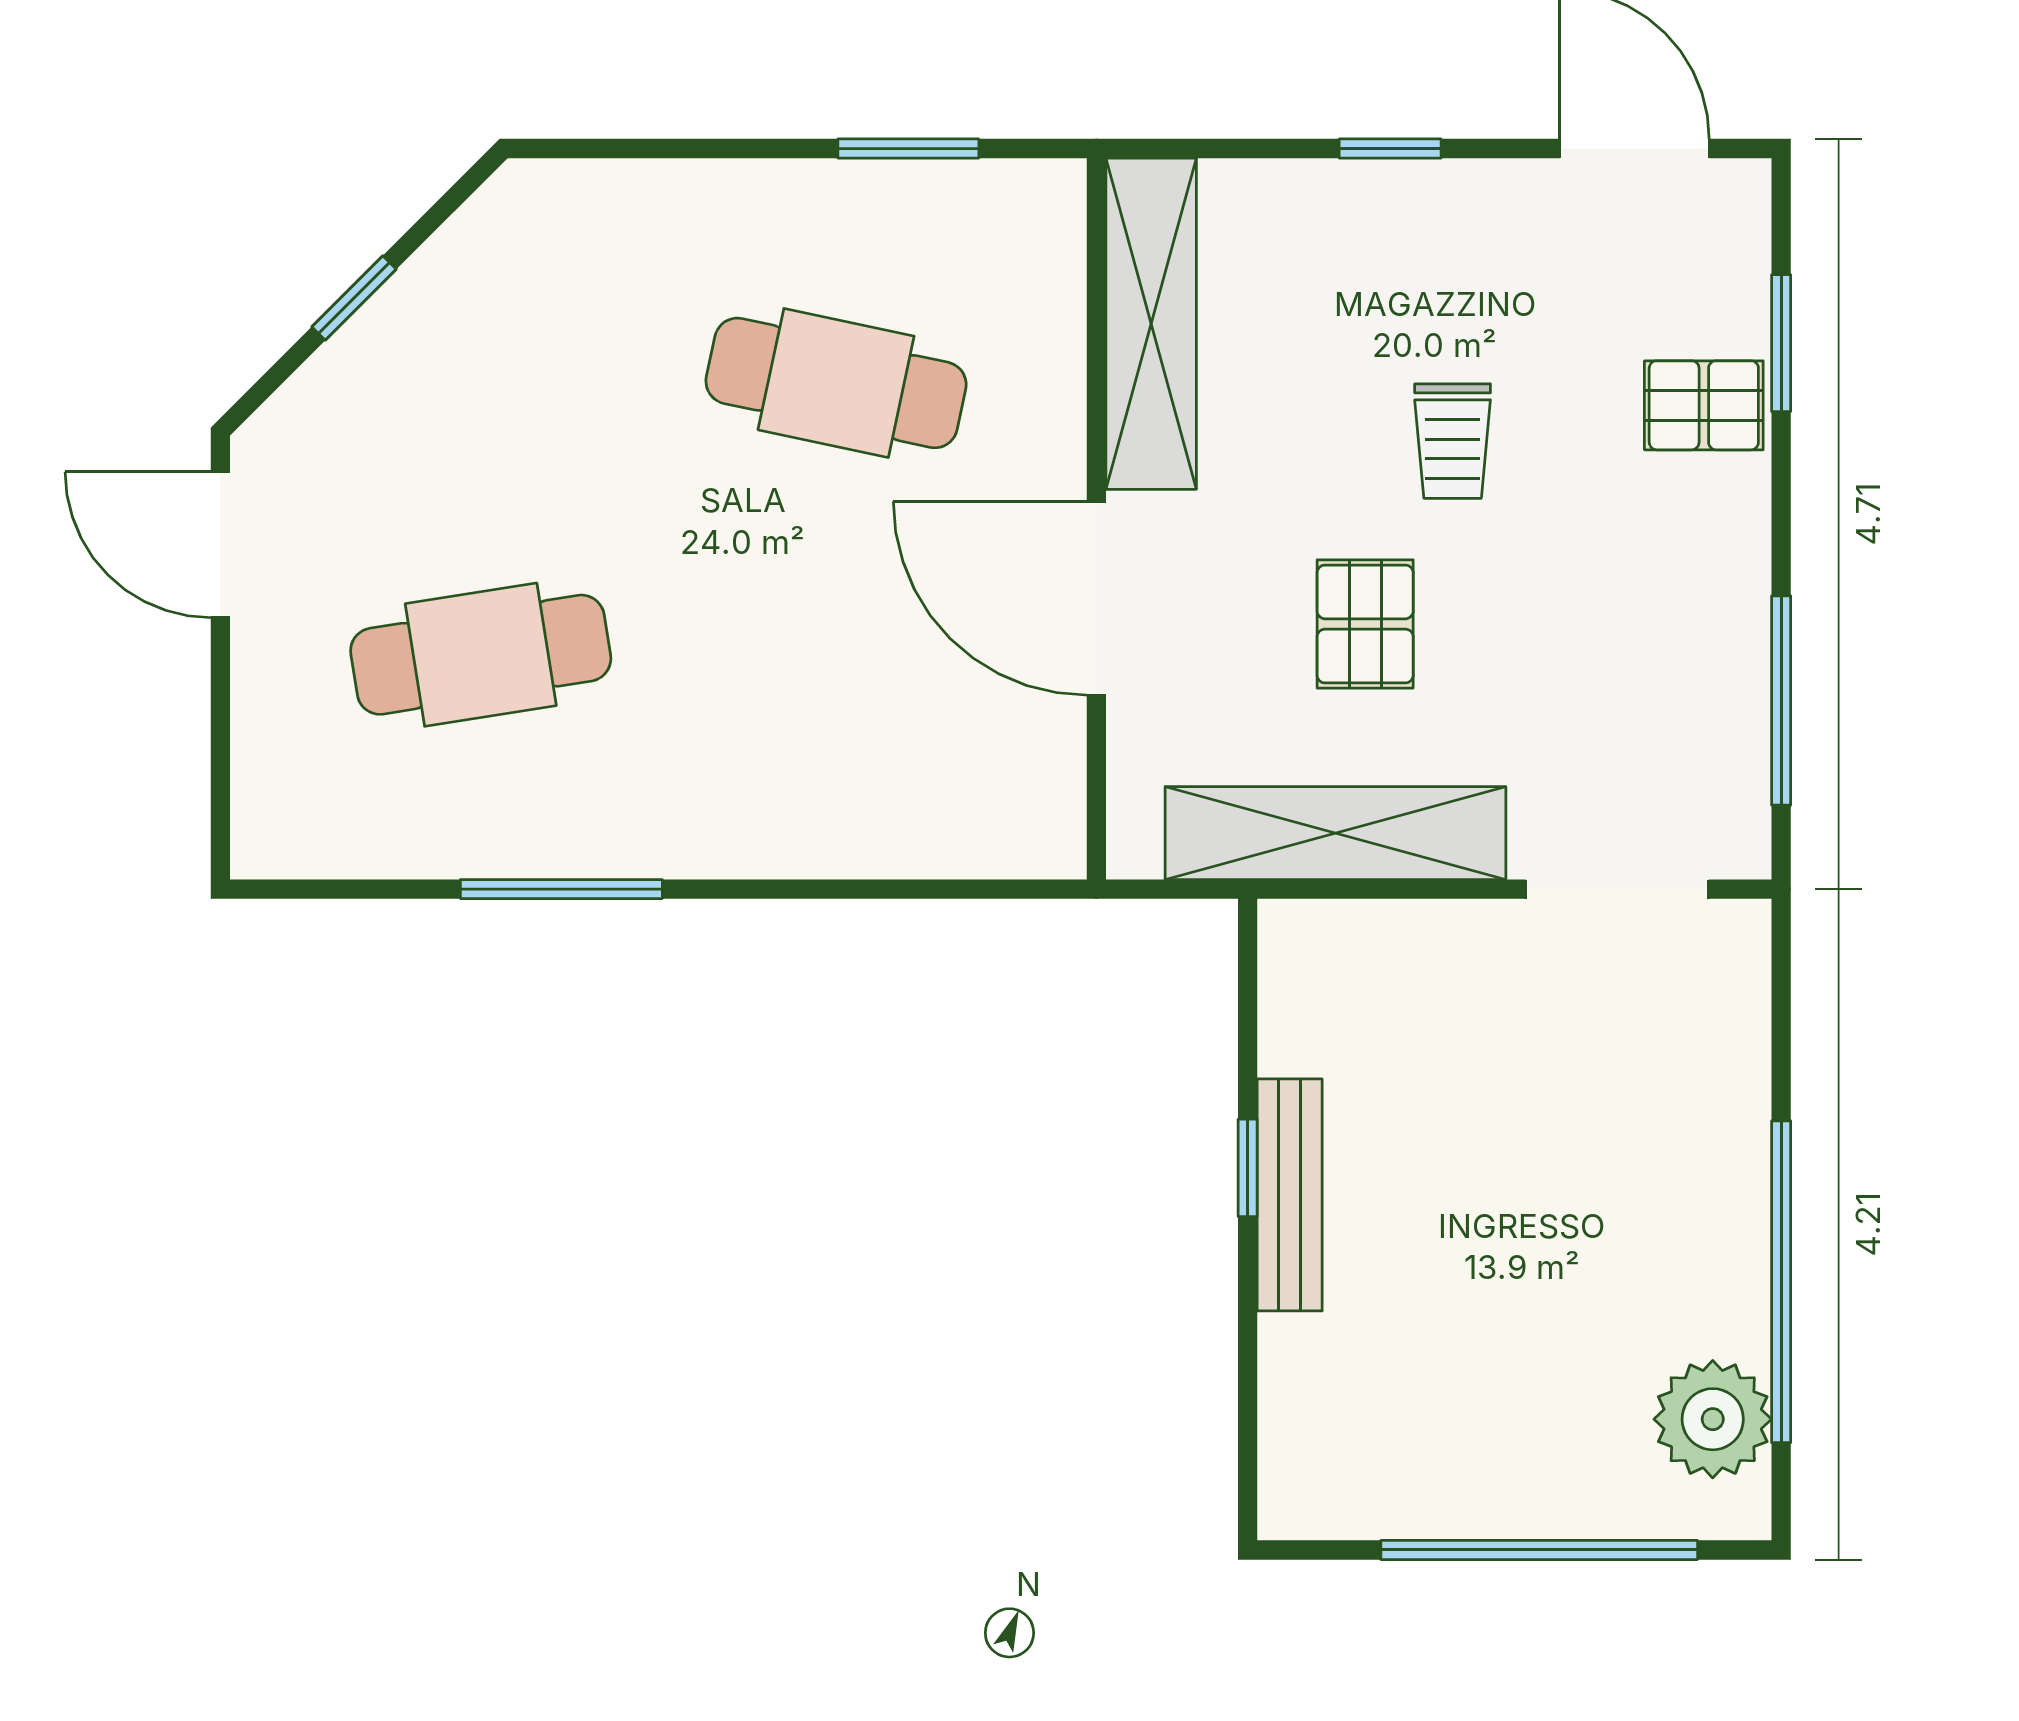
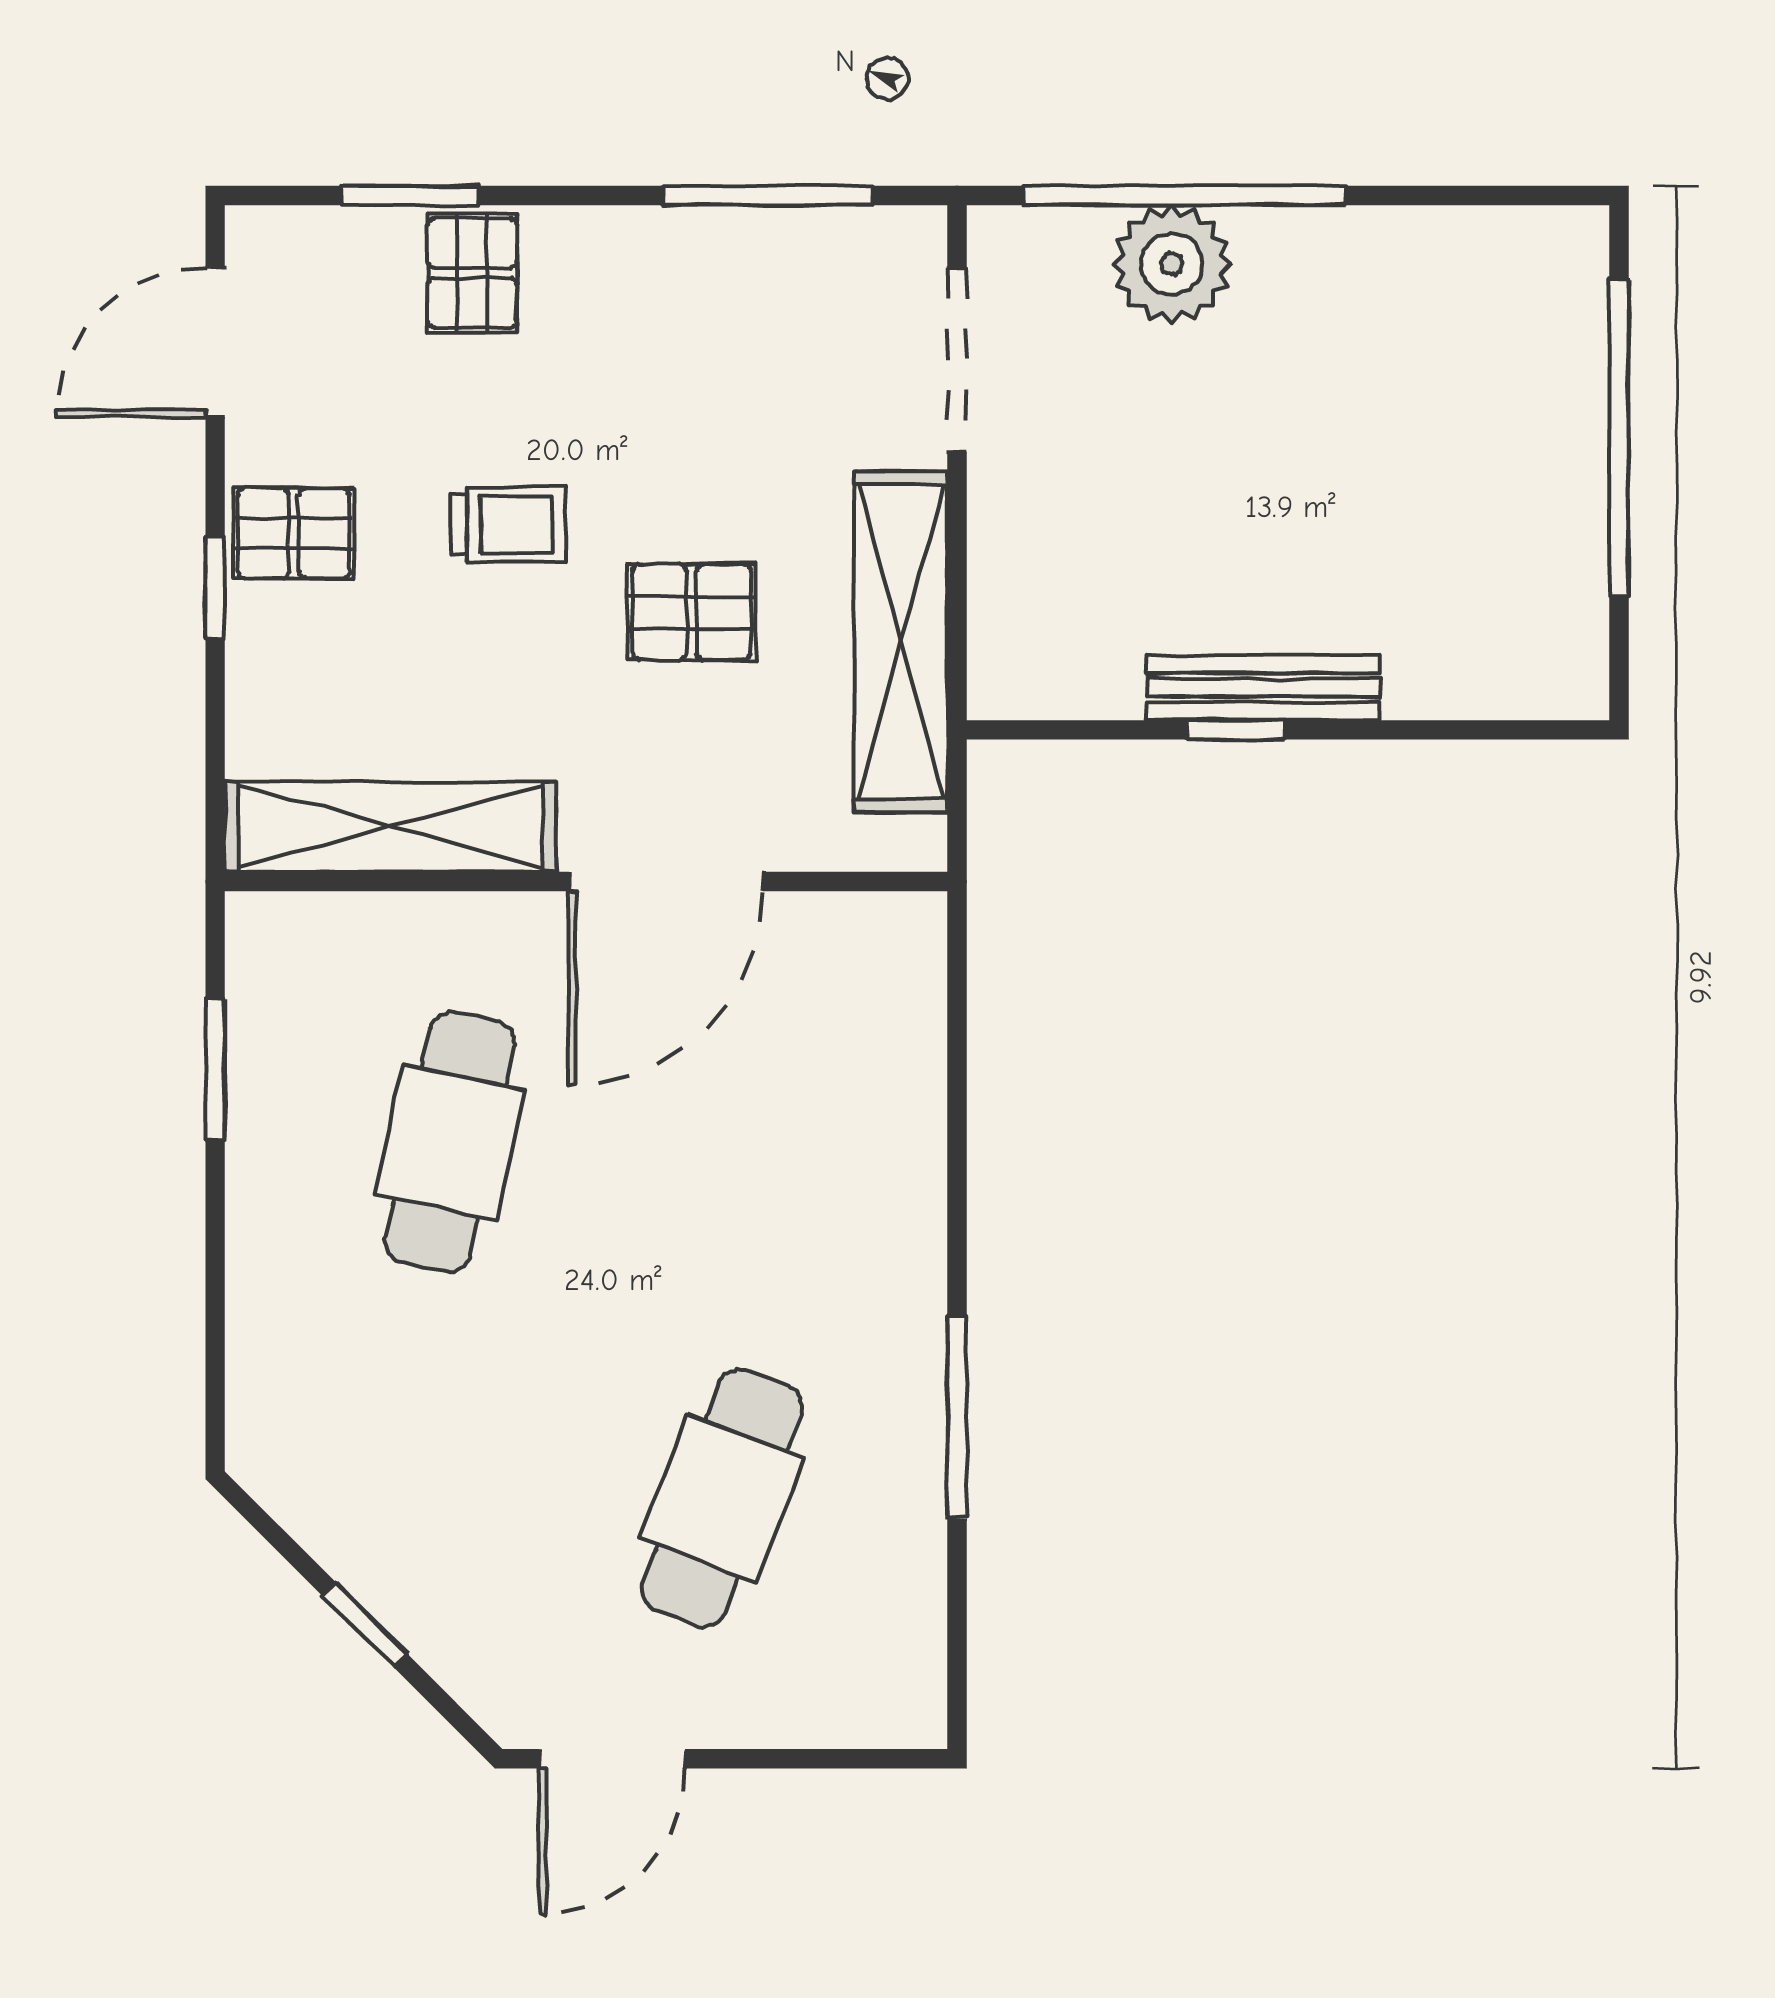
pallet: (1444, 227) -> (294, 533), added
cafe table: (481, 655) -> (722, 1498), turned 30
window: (1781, 1282) -> (1184, 196), moved
plant: (1713, 1419) -> (1172, 264), moved

